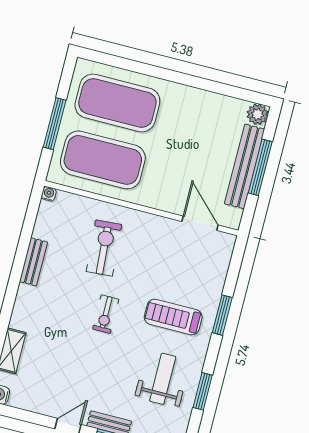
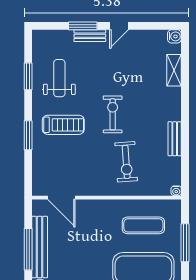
exercise mat: (103, 160) -> (143, 225), width x0.50, depth x0.69
exercise bike: (106, 314) -> (113, 114), width x1.38, depth x1.39
weight bench: (163, 379) -> (59, 78), turned 180

